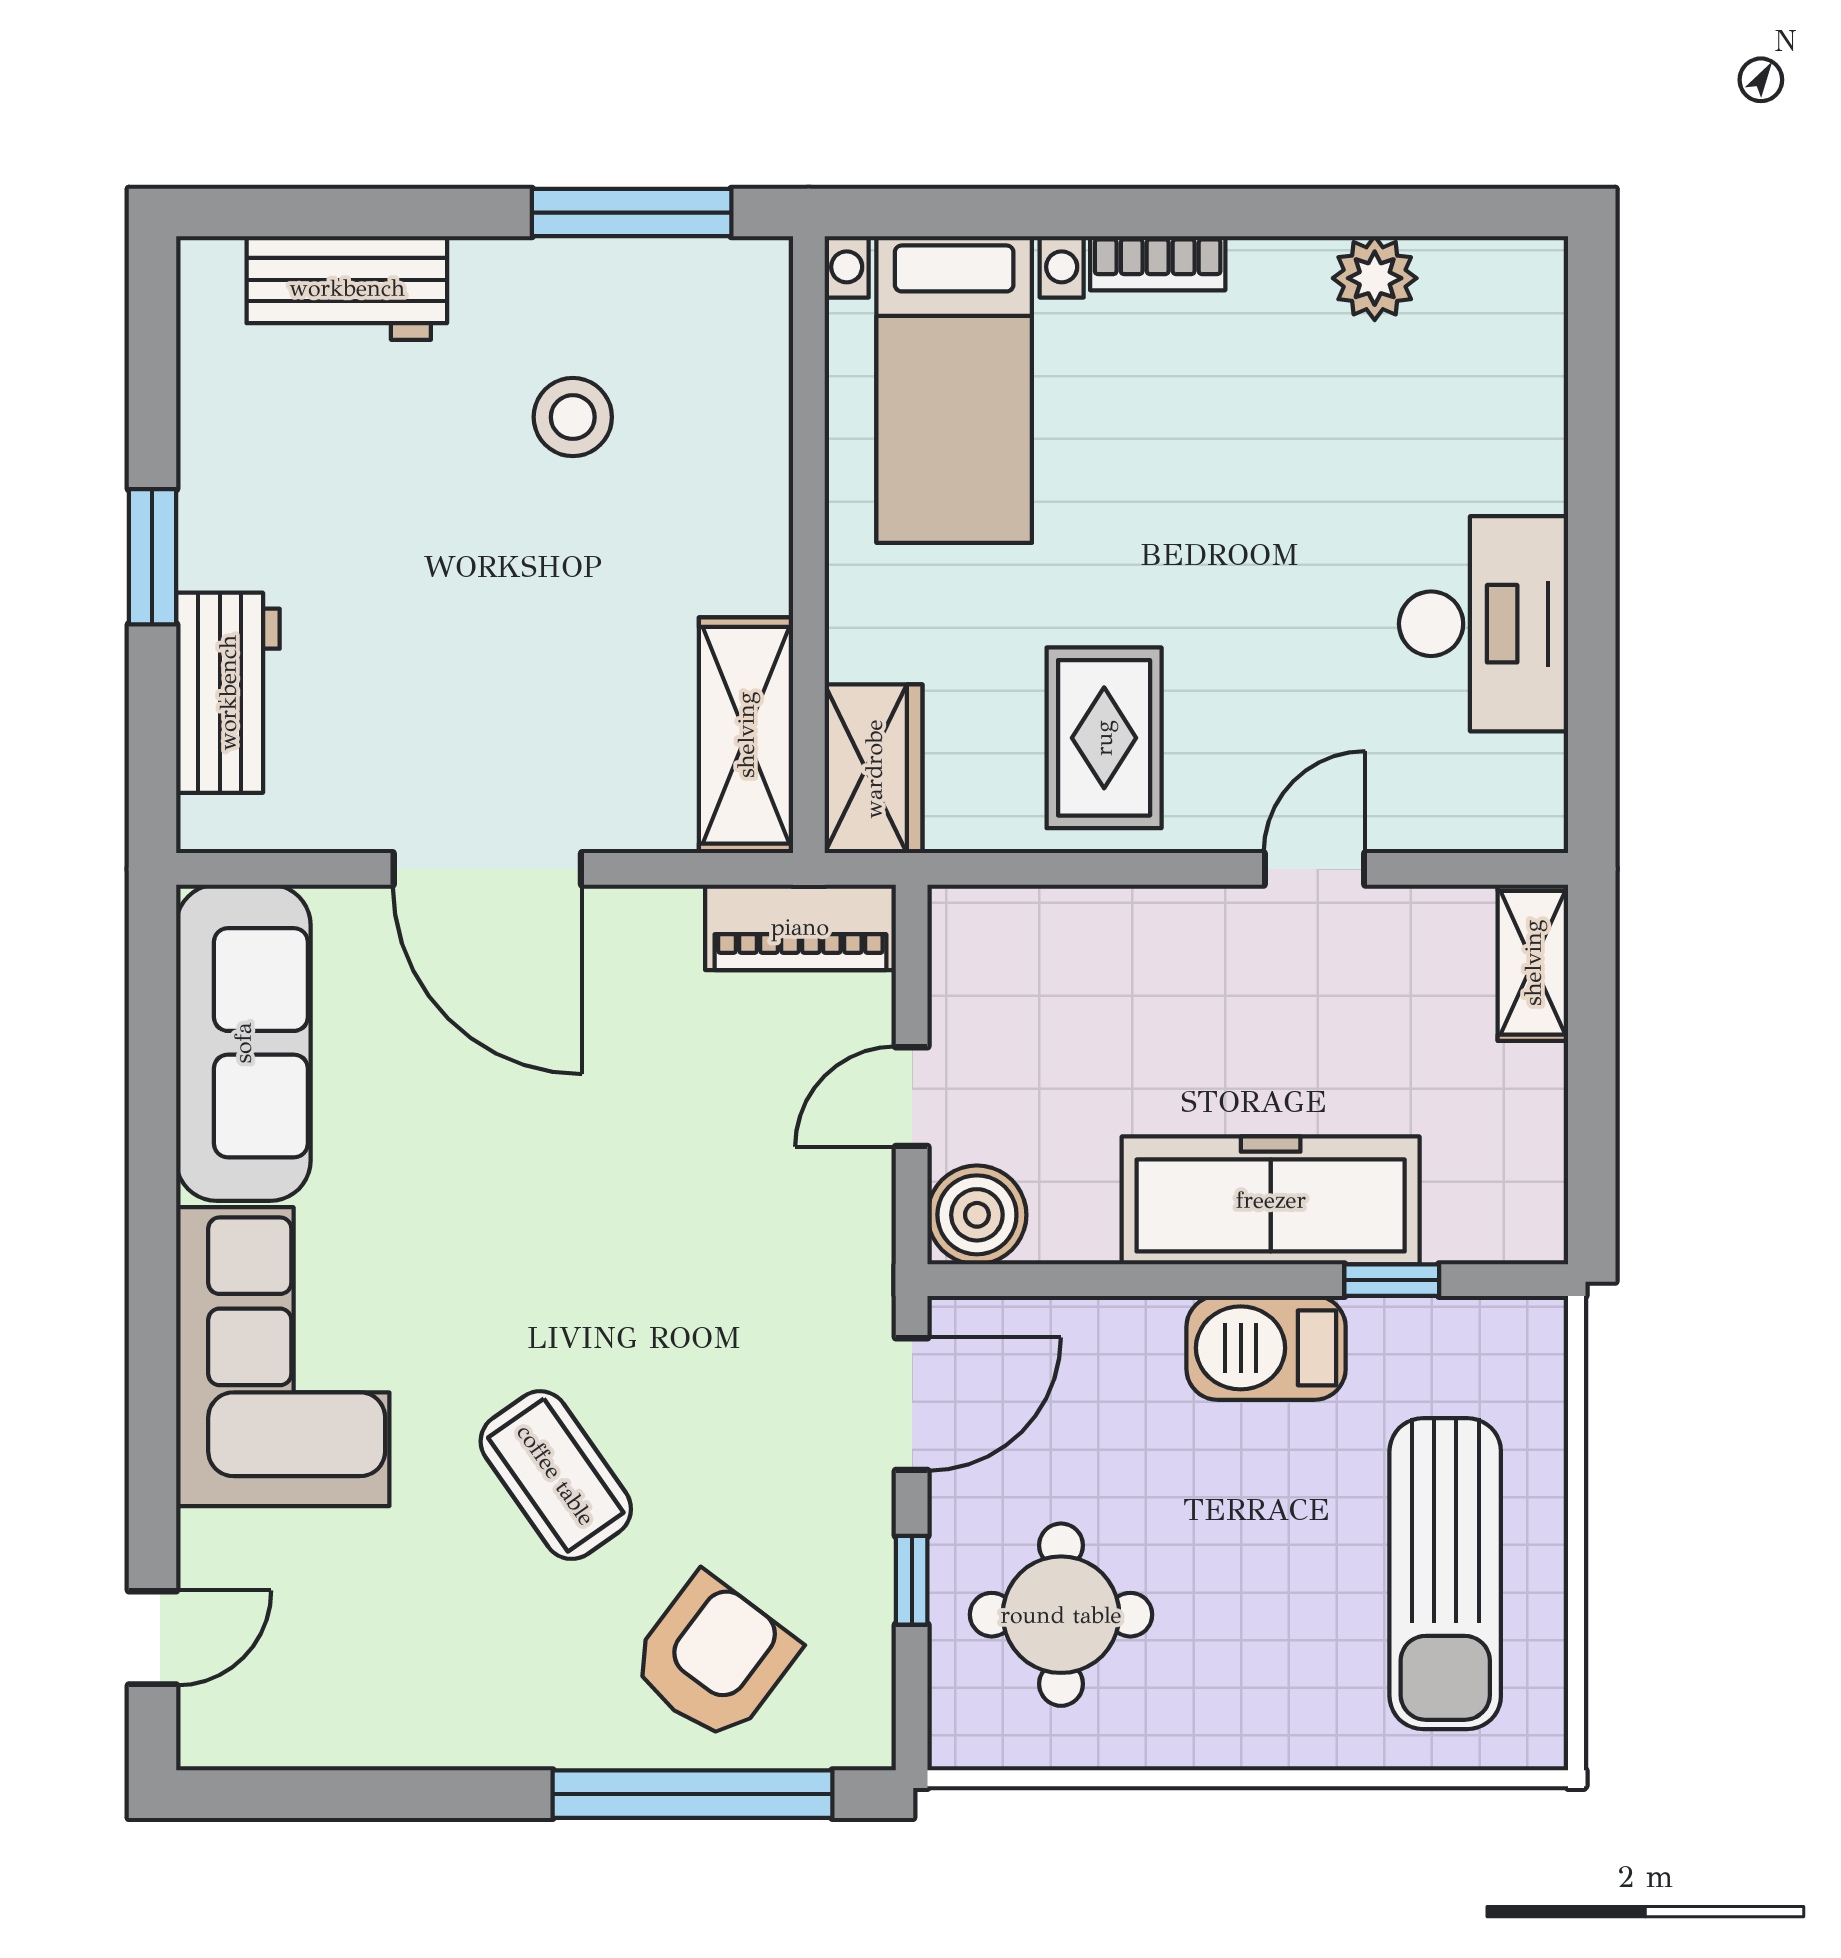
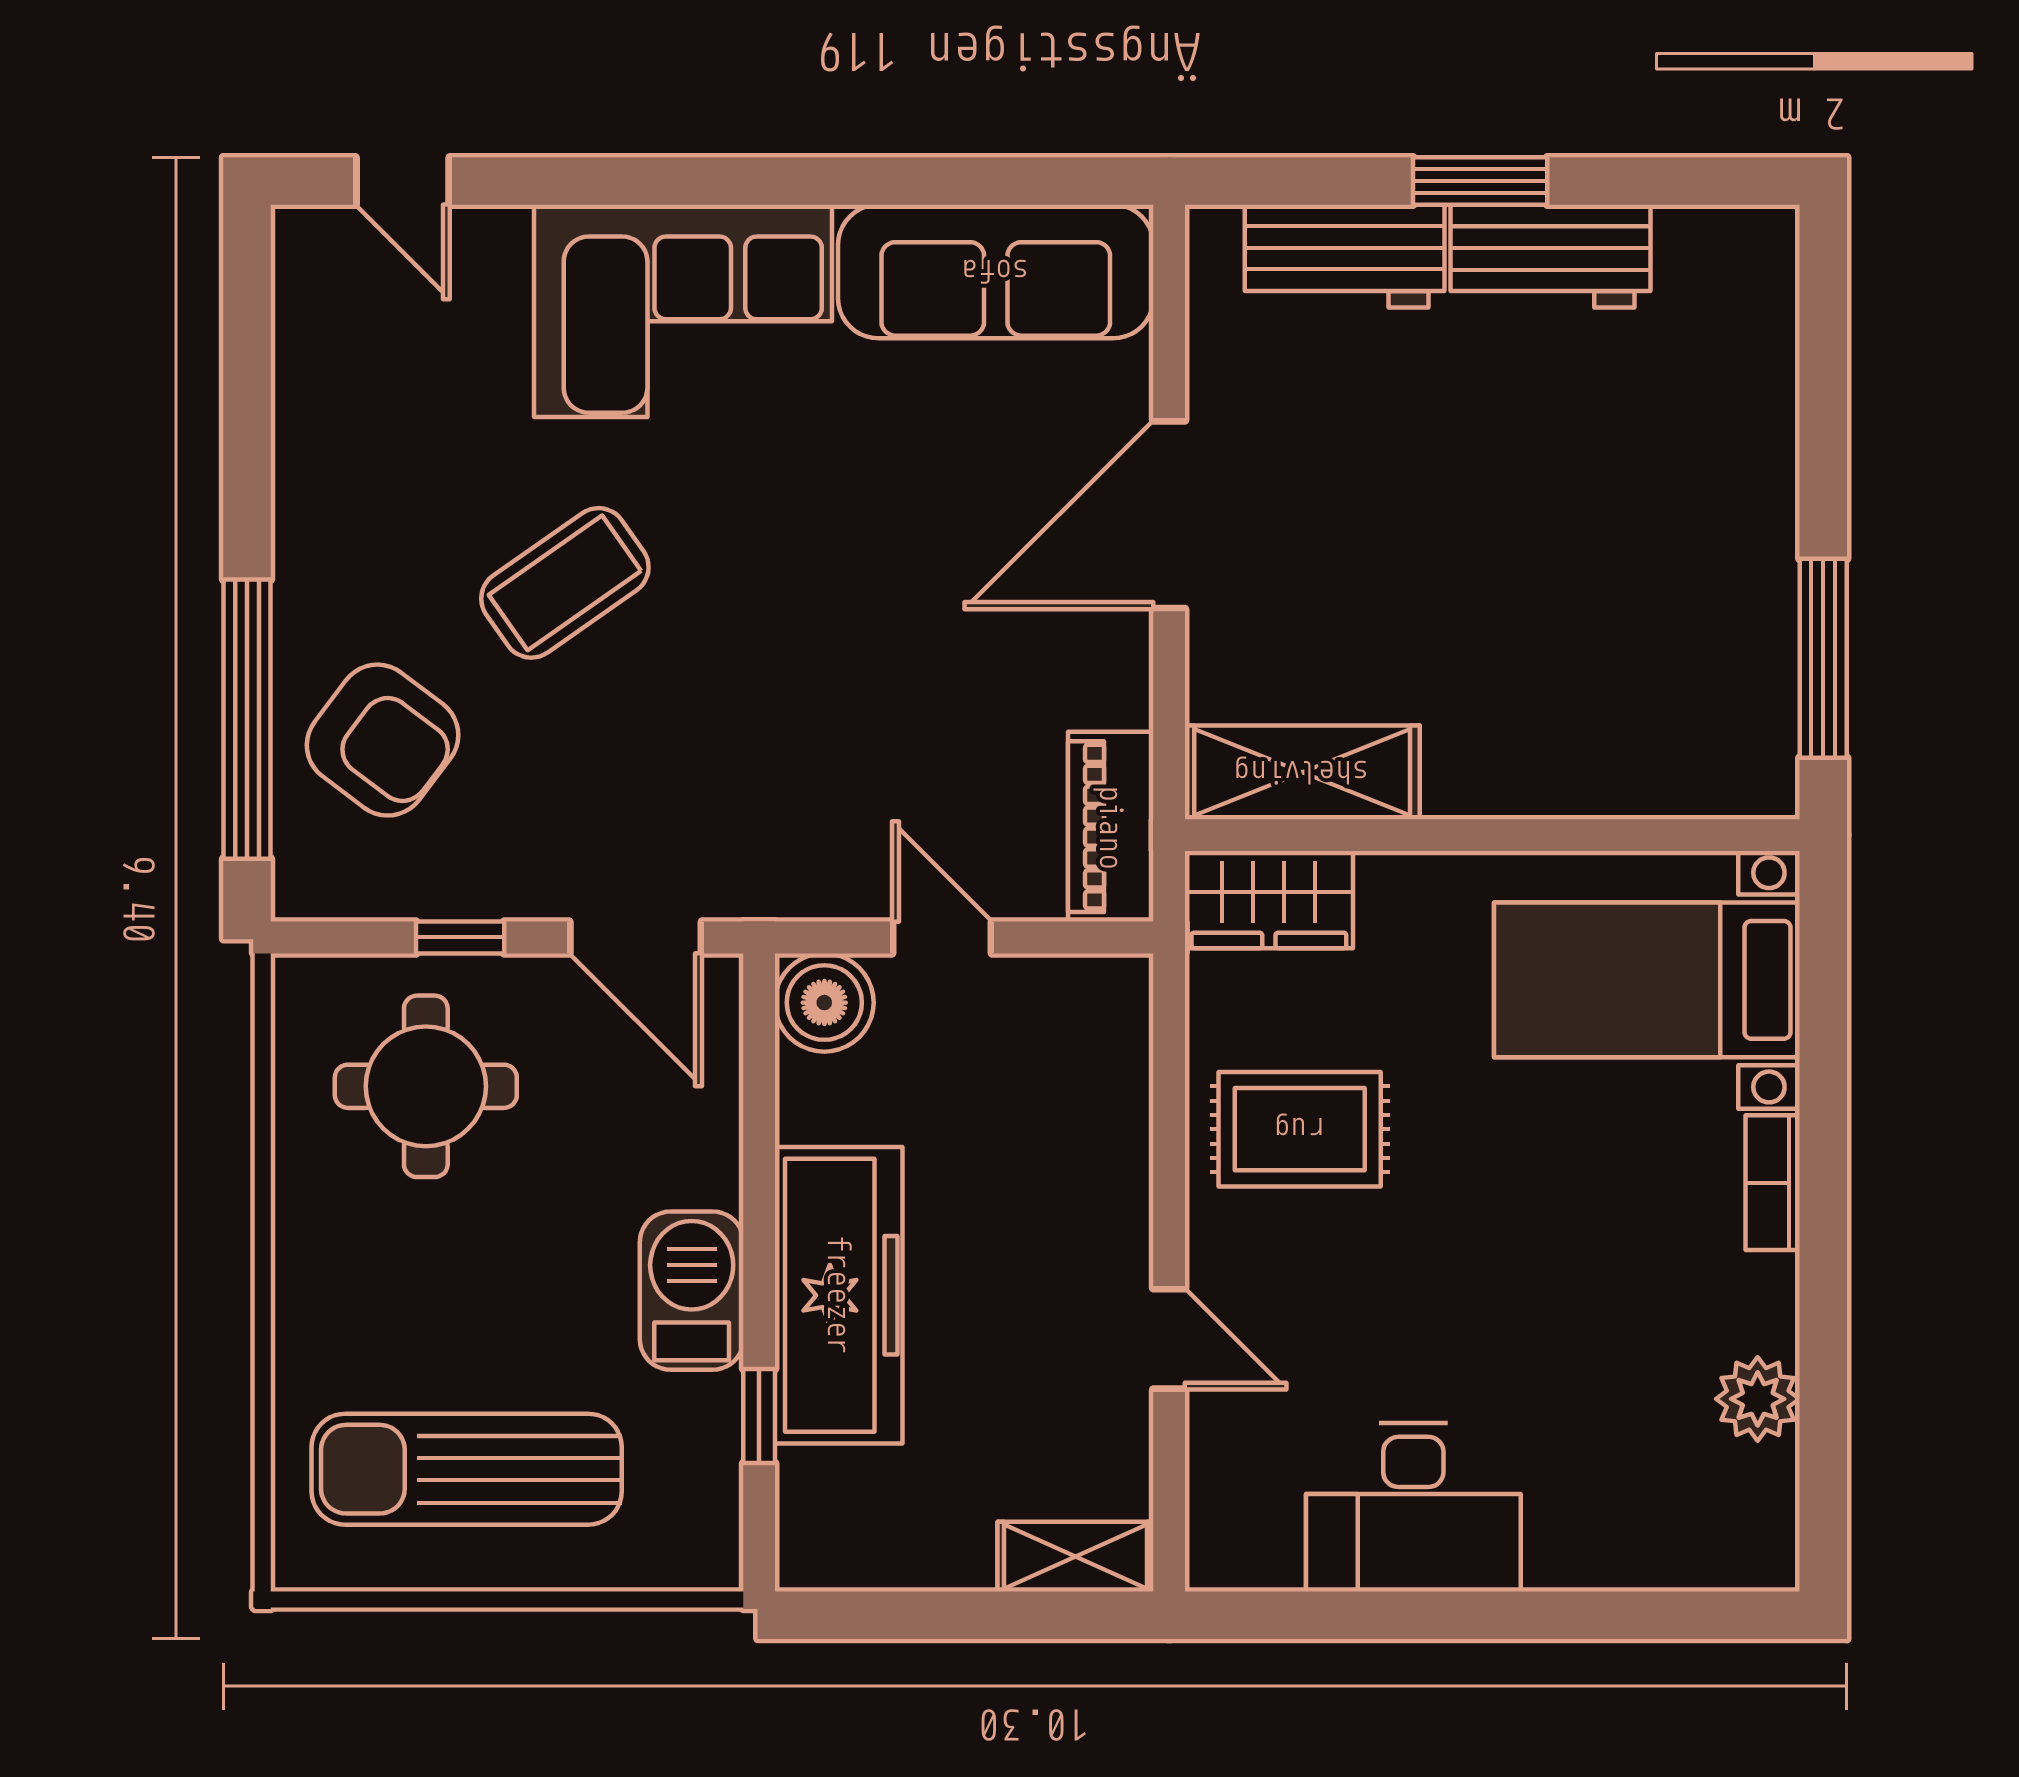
workbench: (347, 288) -> (1551, 256), moved, turned -90
stool: (573, 417) -> (1619, 600), removed

